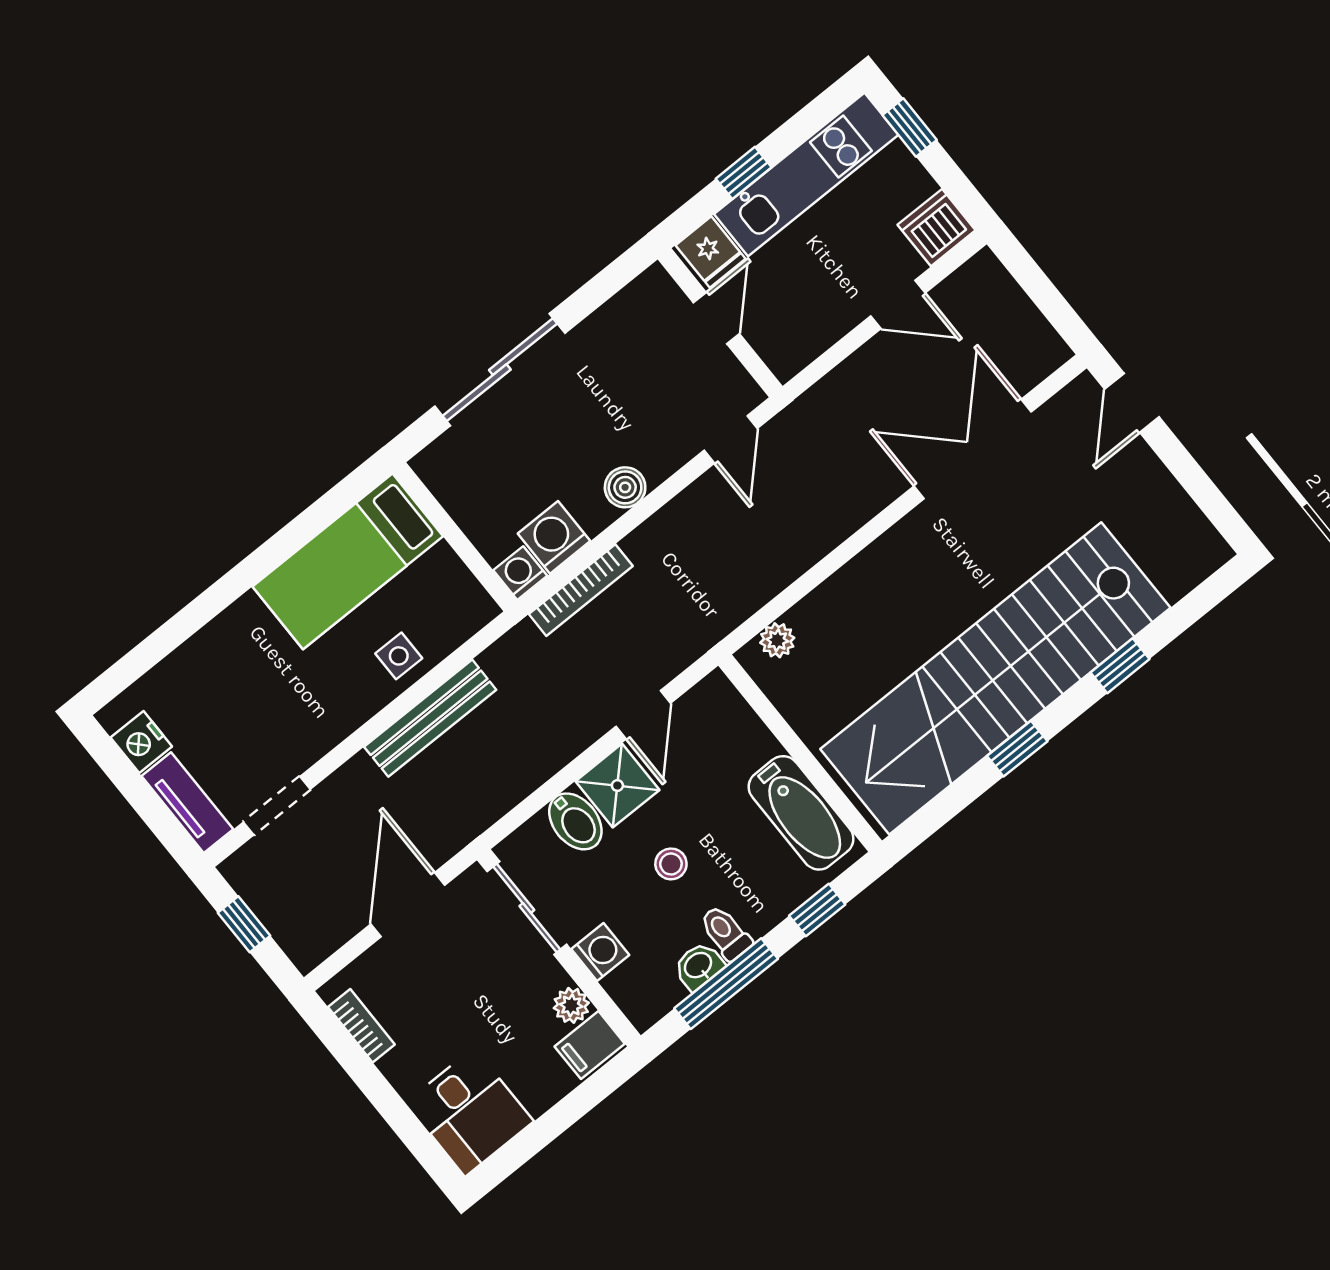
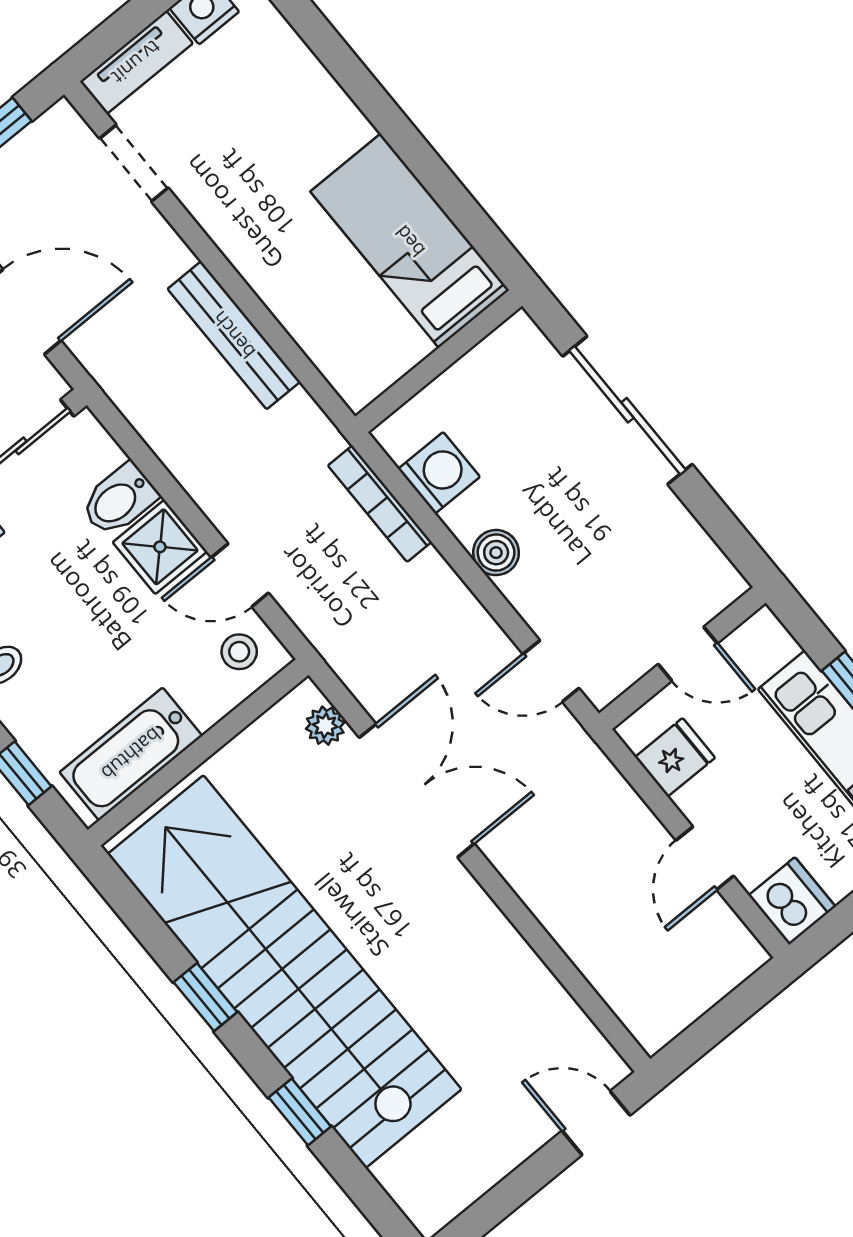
fridge: (711, 252) -> (675, 757), moved, turned 180
double door: (973, 449) -> (417, 791), moved
washing machine: (520, 573) -> (398, 435), removed
side table: (399, 656) -> (304, 299), removed
stool: (671, 864) -> (239, 652), moved

